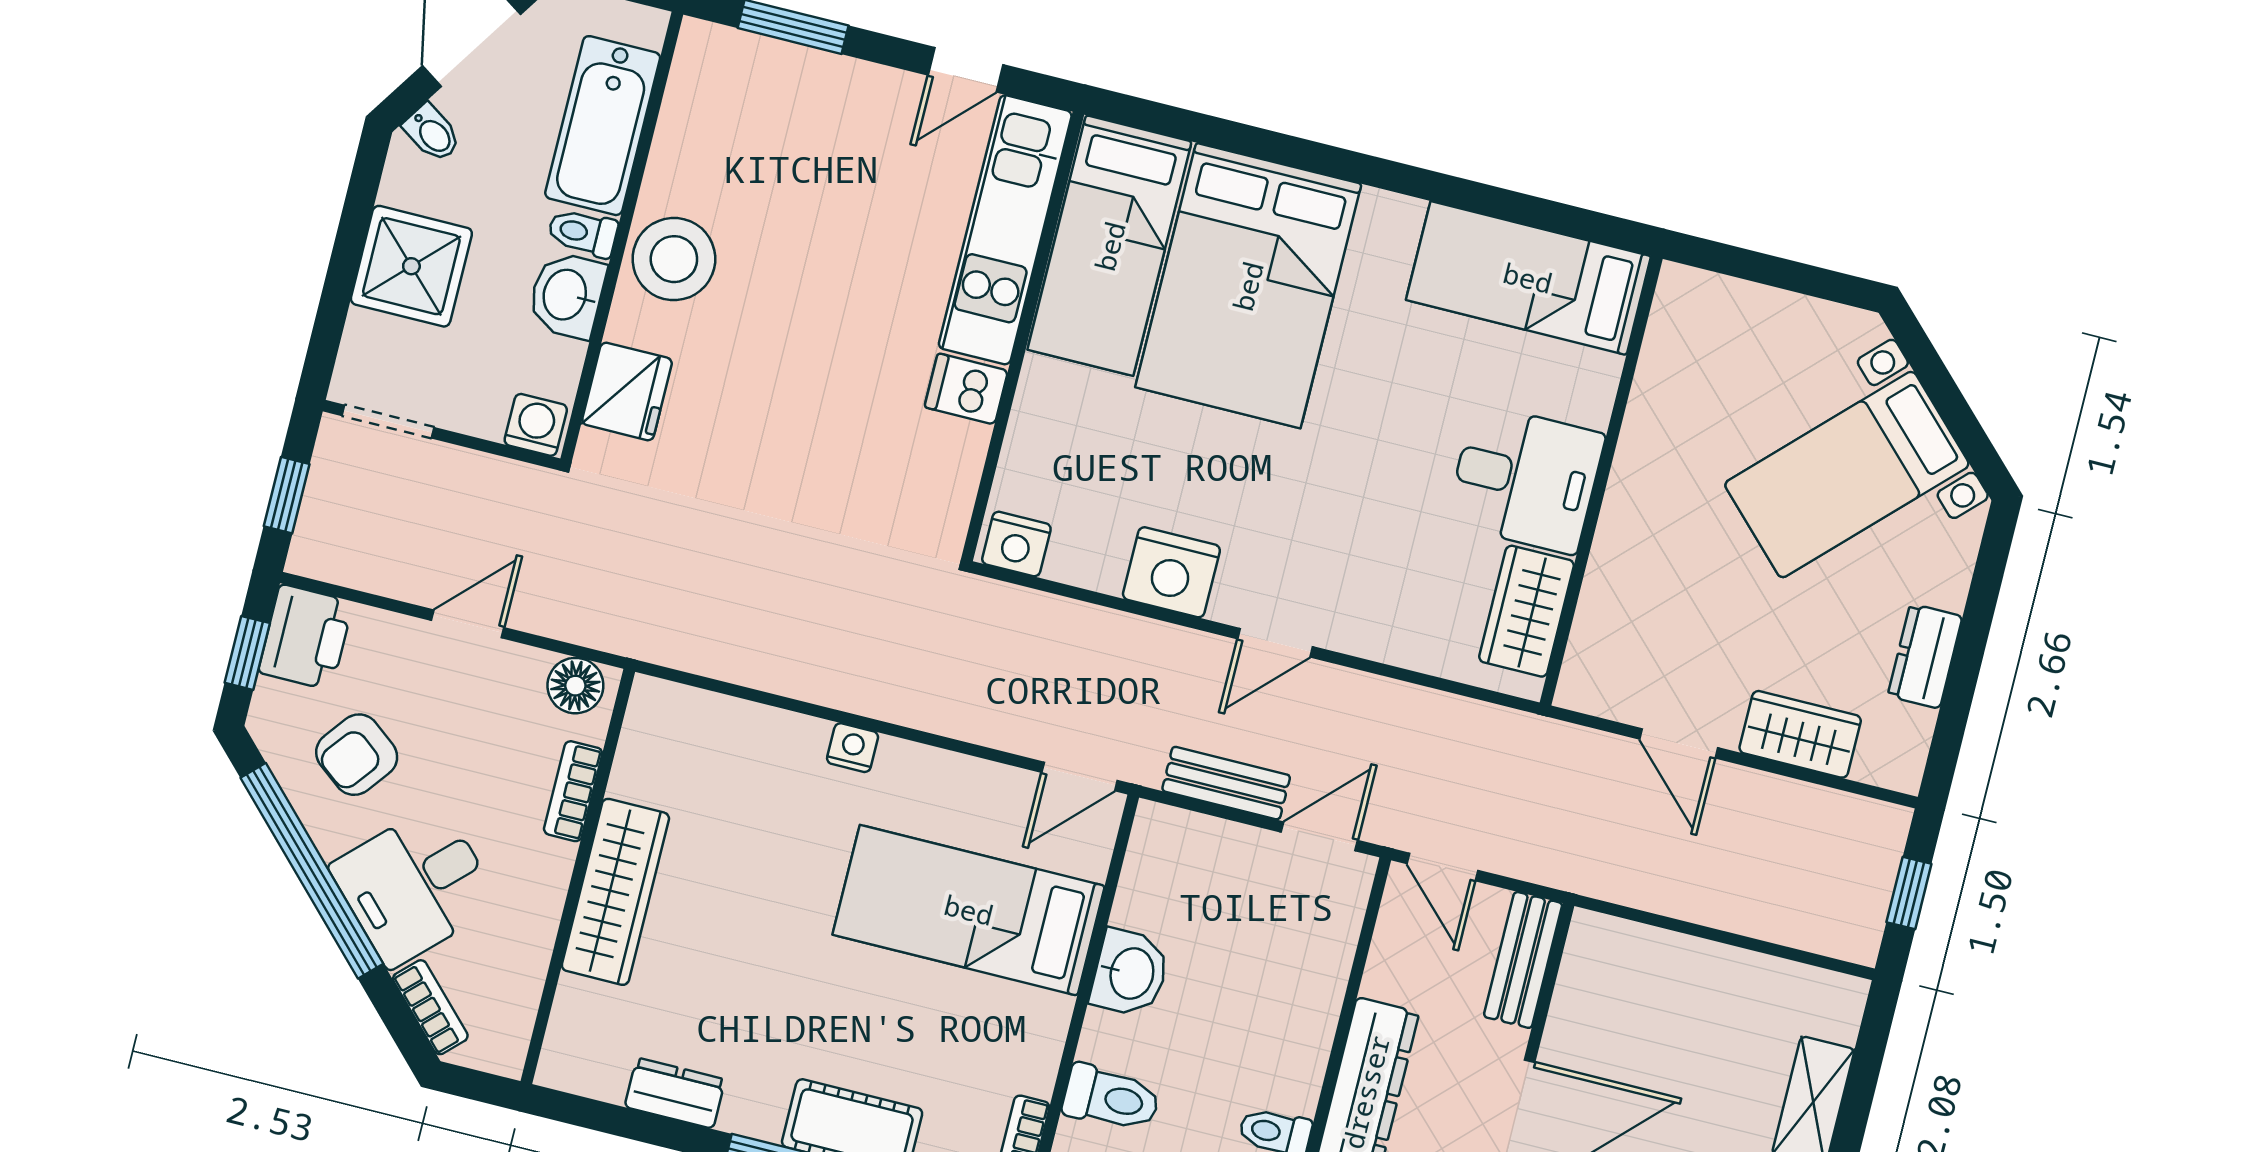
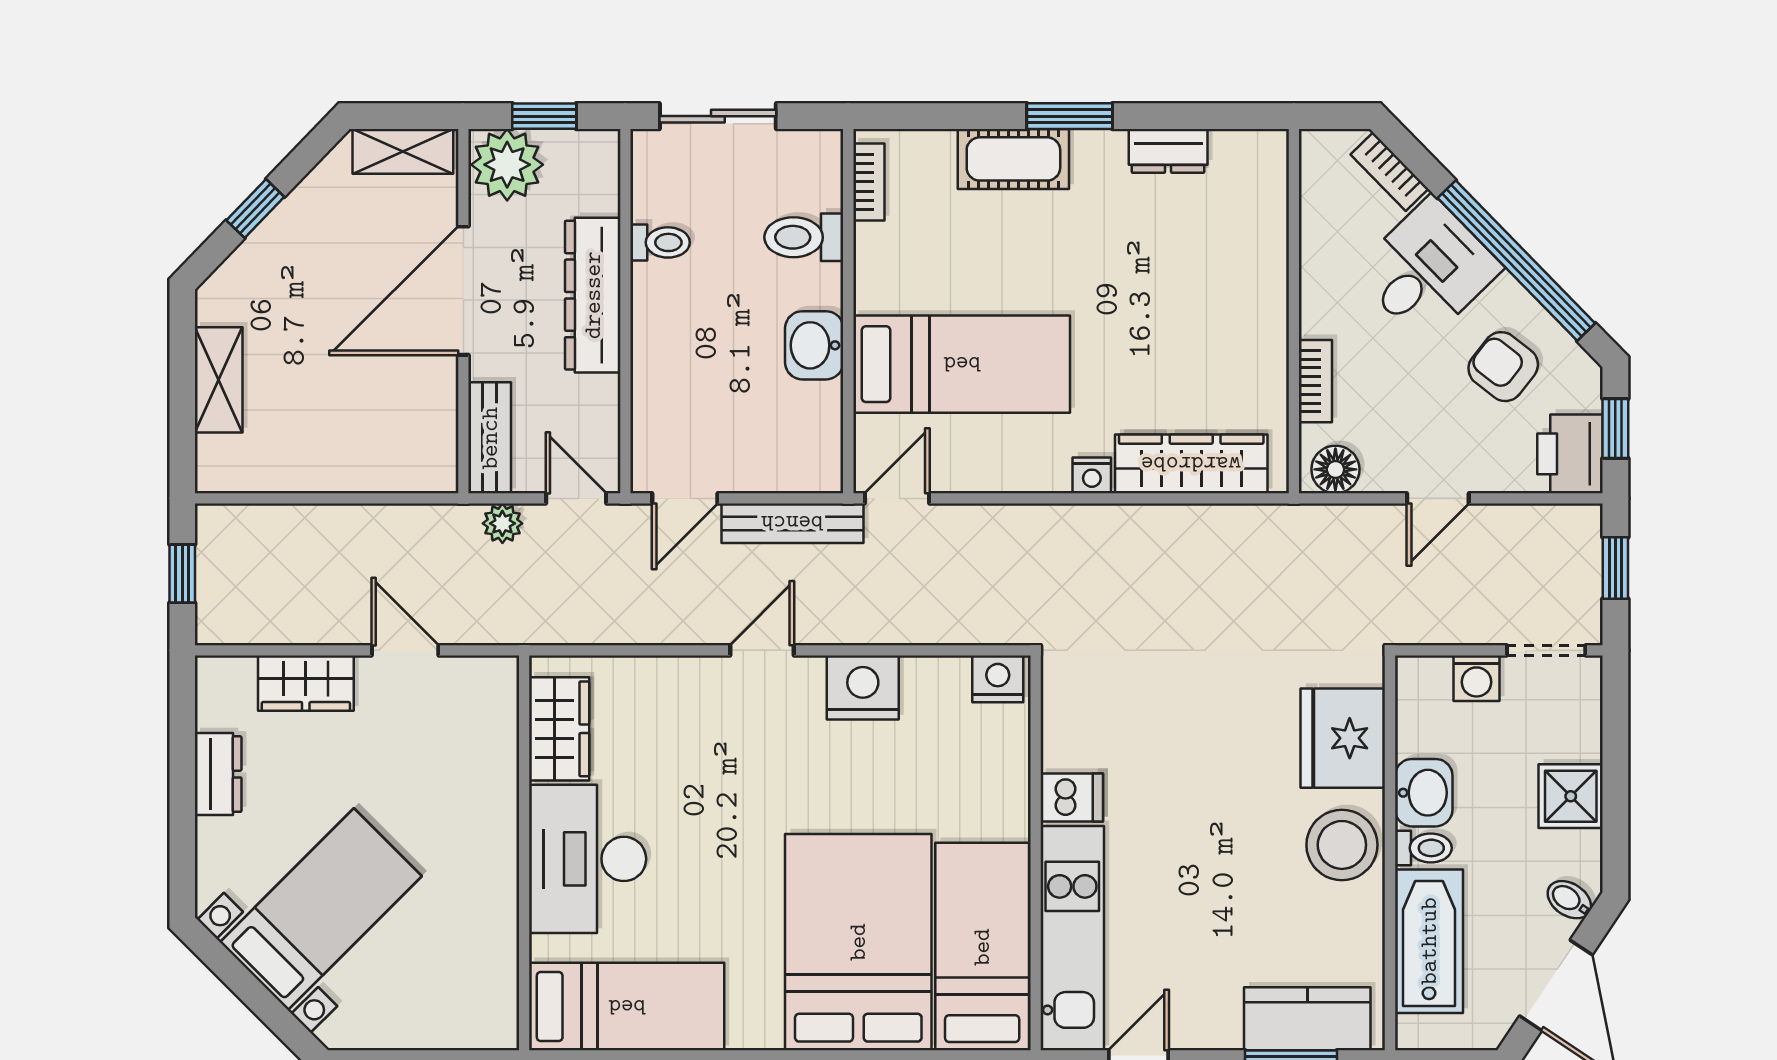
kitchen counter: (762, 72) -> (1307, 1019), added
shower: (411, 266) -> (1571, 796), width x0.73, depth x0.73
fridge: (627, 391) -> (1343, 738), width x1.36, depth x1.34
washing machine: (536, 425) -> (1476, 678), moved
desk: (1525, 479) -> (588, 859), width x1.37
armchair: (357, 755) -> (1503, 367), turned -90
bench: (1226, 783) -> (792, 523), width x1.36
plant: (1533, 860) -> (502, 523), added
wardrobe: (615, 892) -> (1191, 464), moved, turned 90

